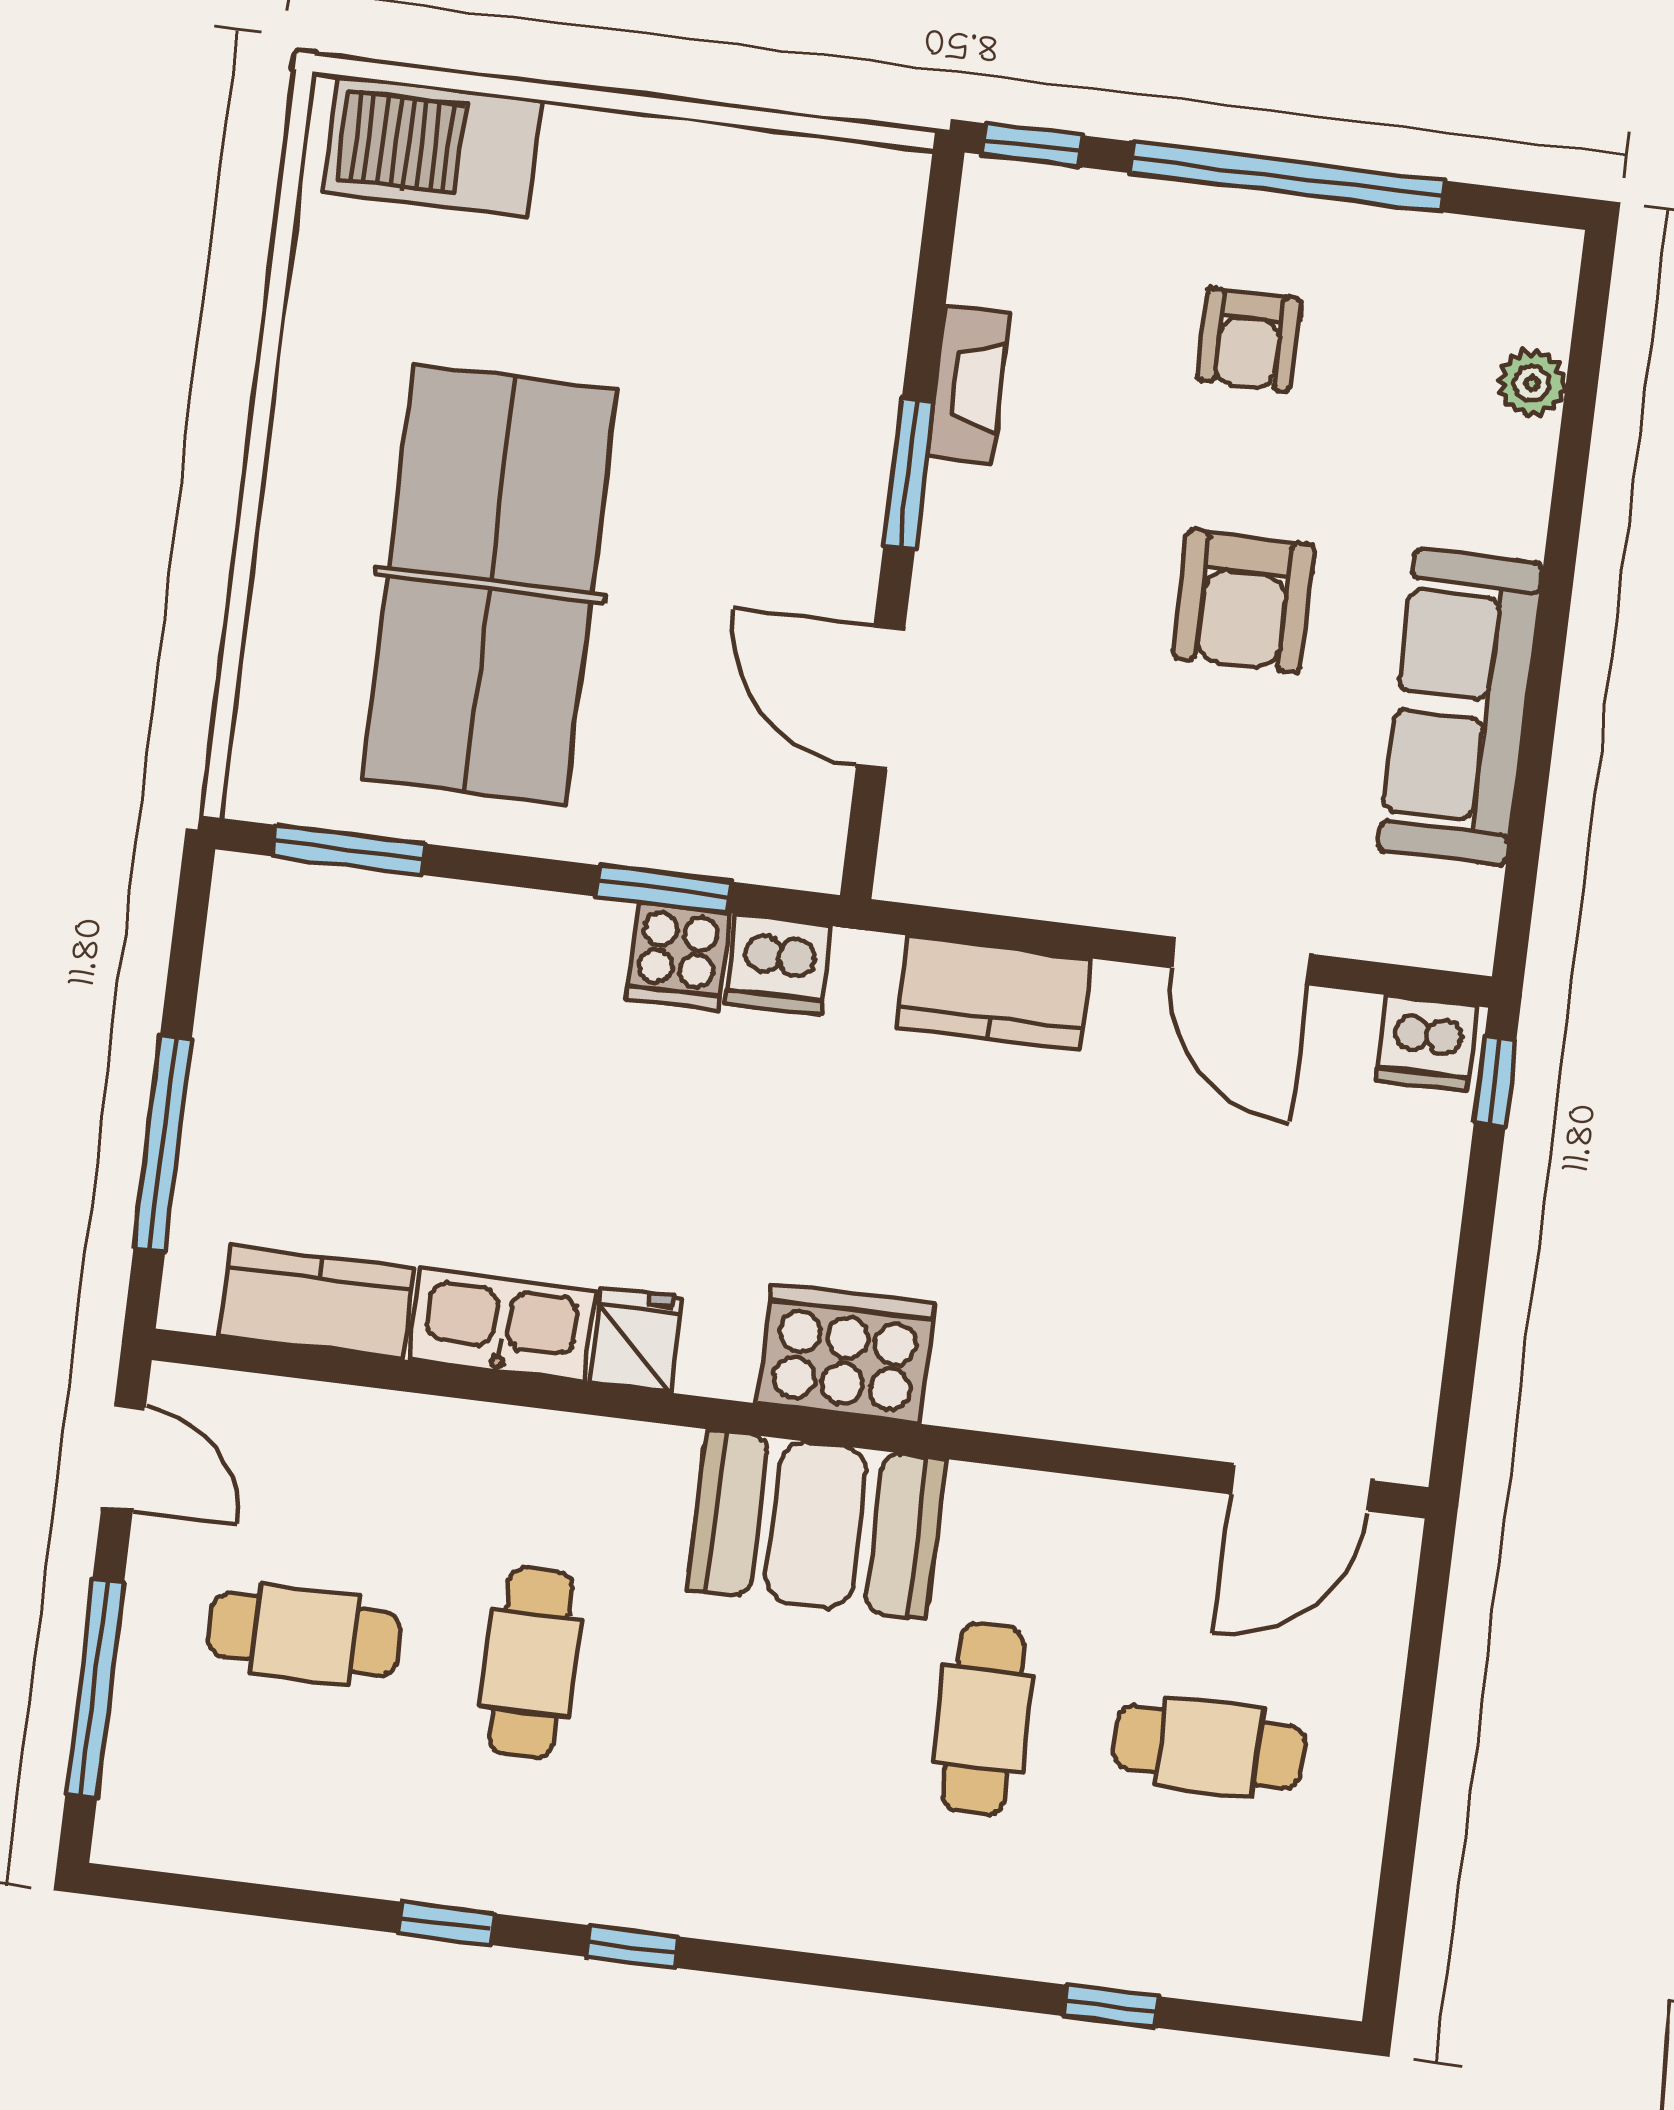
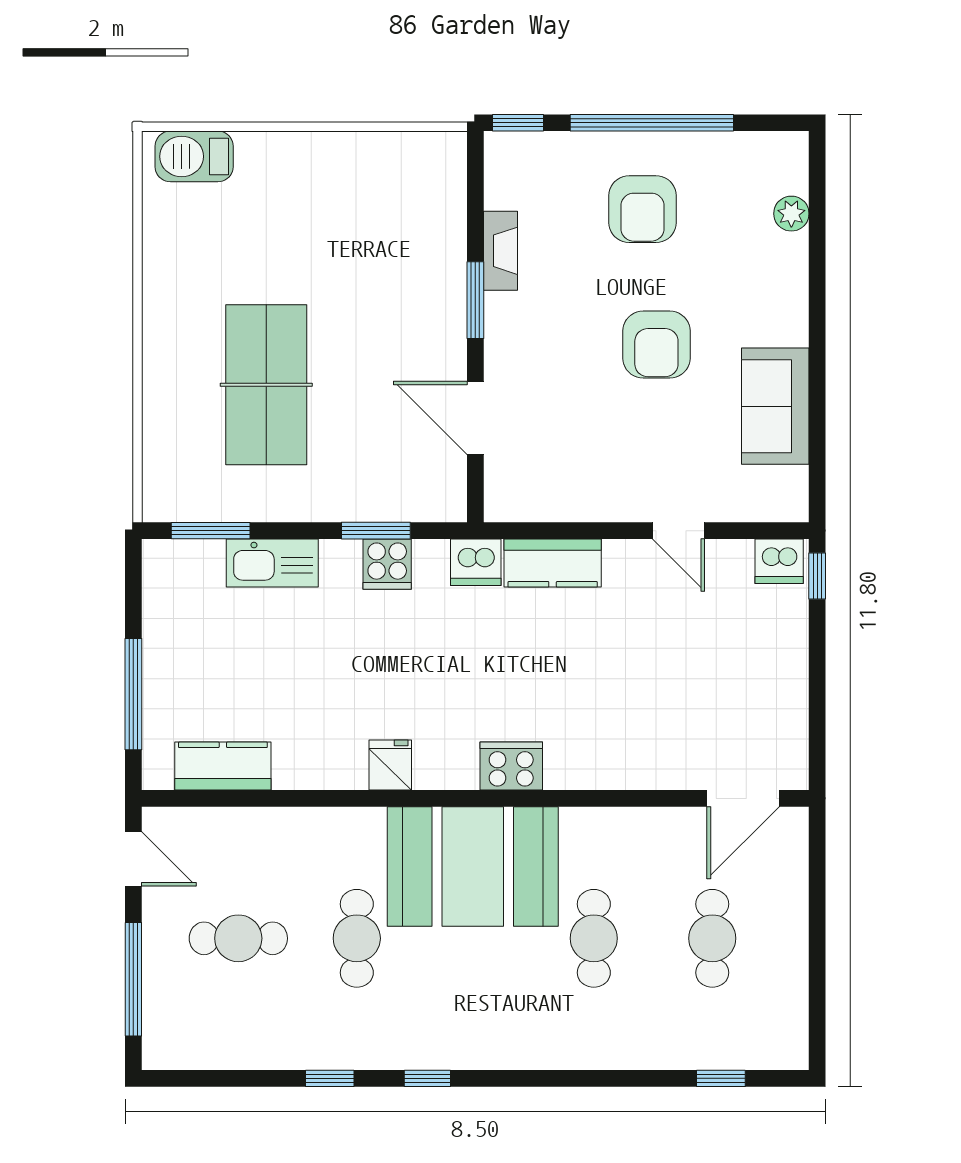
barbecue: (432, 146) -> (194, 156), width x0.73, depth x0.83
armchair: (1249, 339) -> (643, 209), width x1.38, depth x1.38
table tennis table: (490, 585) -> (266, 385), width x0.73, depth x0.76
sofa: (1460, 707) -> (775, 406), width x0.73
door: (1241, 961) -> (678, 531), width x0.73
dishwasher: (778, 965) -> (476, 562), moved
kitchen sink: (502, 1325) -> (272, 563), moved, turned 180
cooker: (846, 1354) -> (511, 766), width x0.73, depth x0.76
booth: (817, 1524) -> (473, 866), width x1.36, depth x1.42
cafe table: (1209, 1747) -> (712, 938), turned 90
window: (1111, 2006) -> (721, 1078), moved

